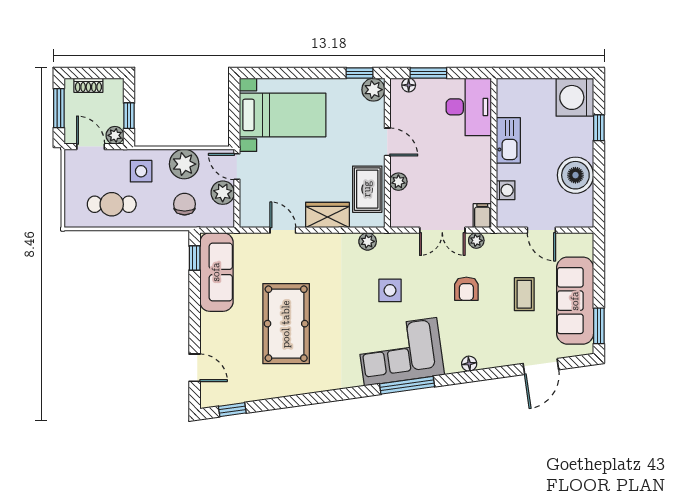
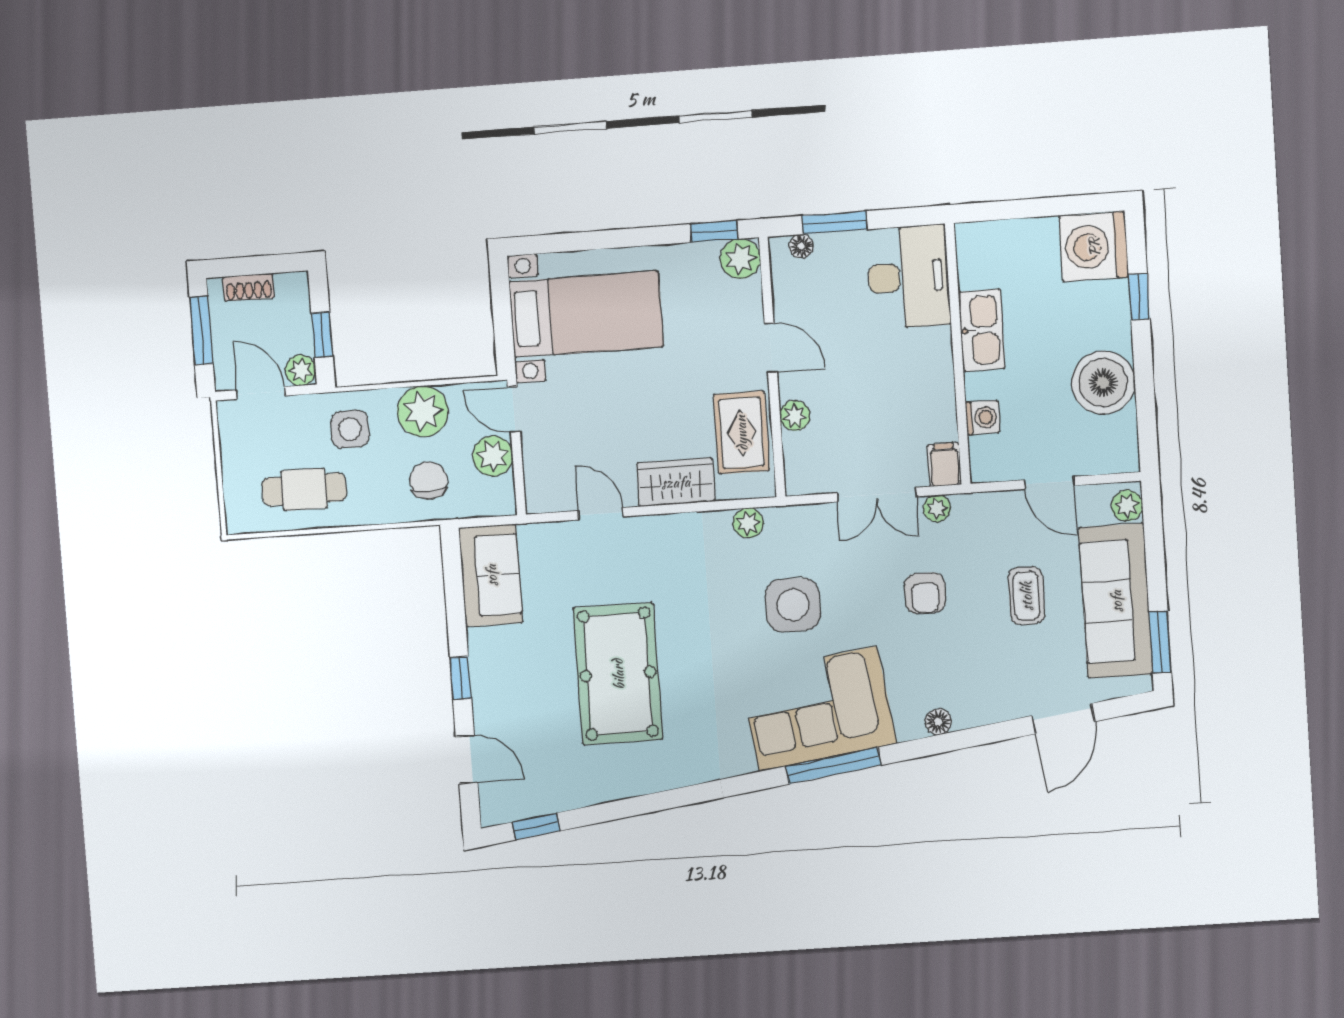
plant: (585, 246) -> (1127, 506), added
window: (195, 258) -> (461, 678), moved
sofa: (216, 272) -> (491, 575), width x0.73
side table: (390, 290) -> (793, 605), width x1.37, depth x1.37

